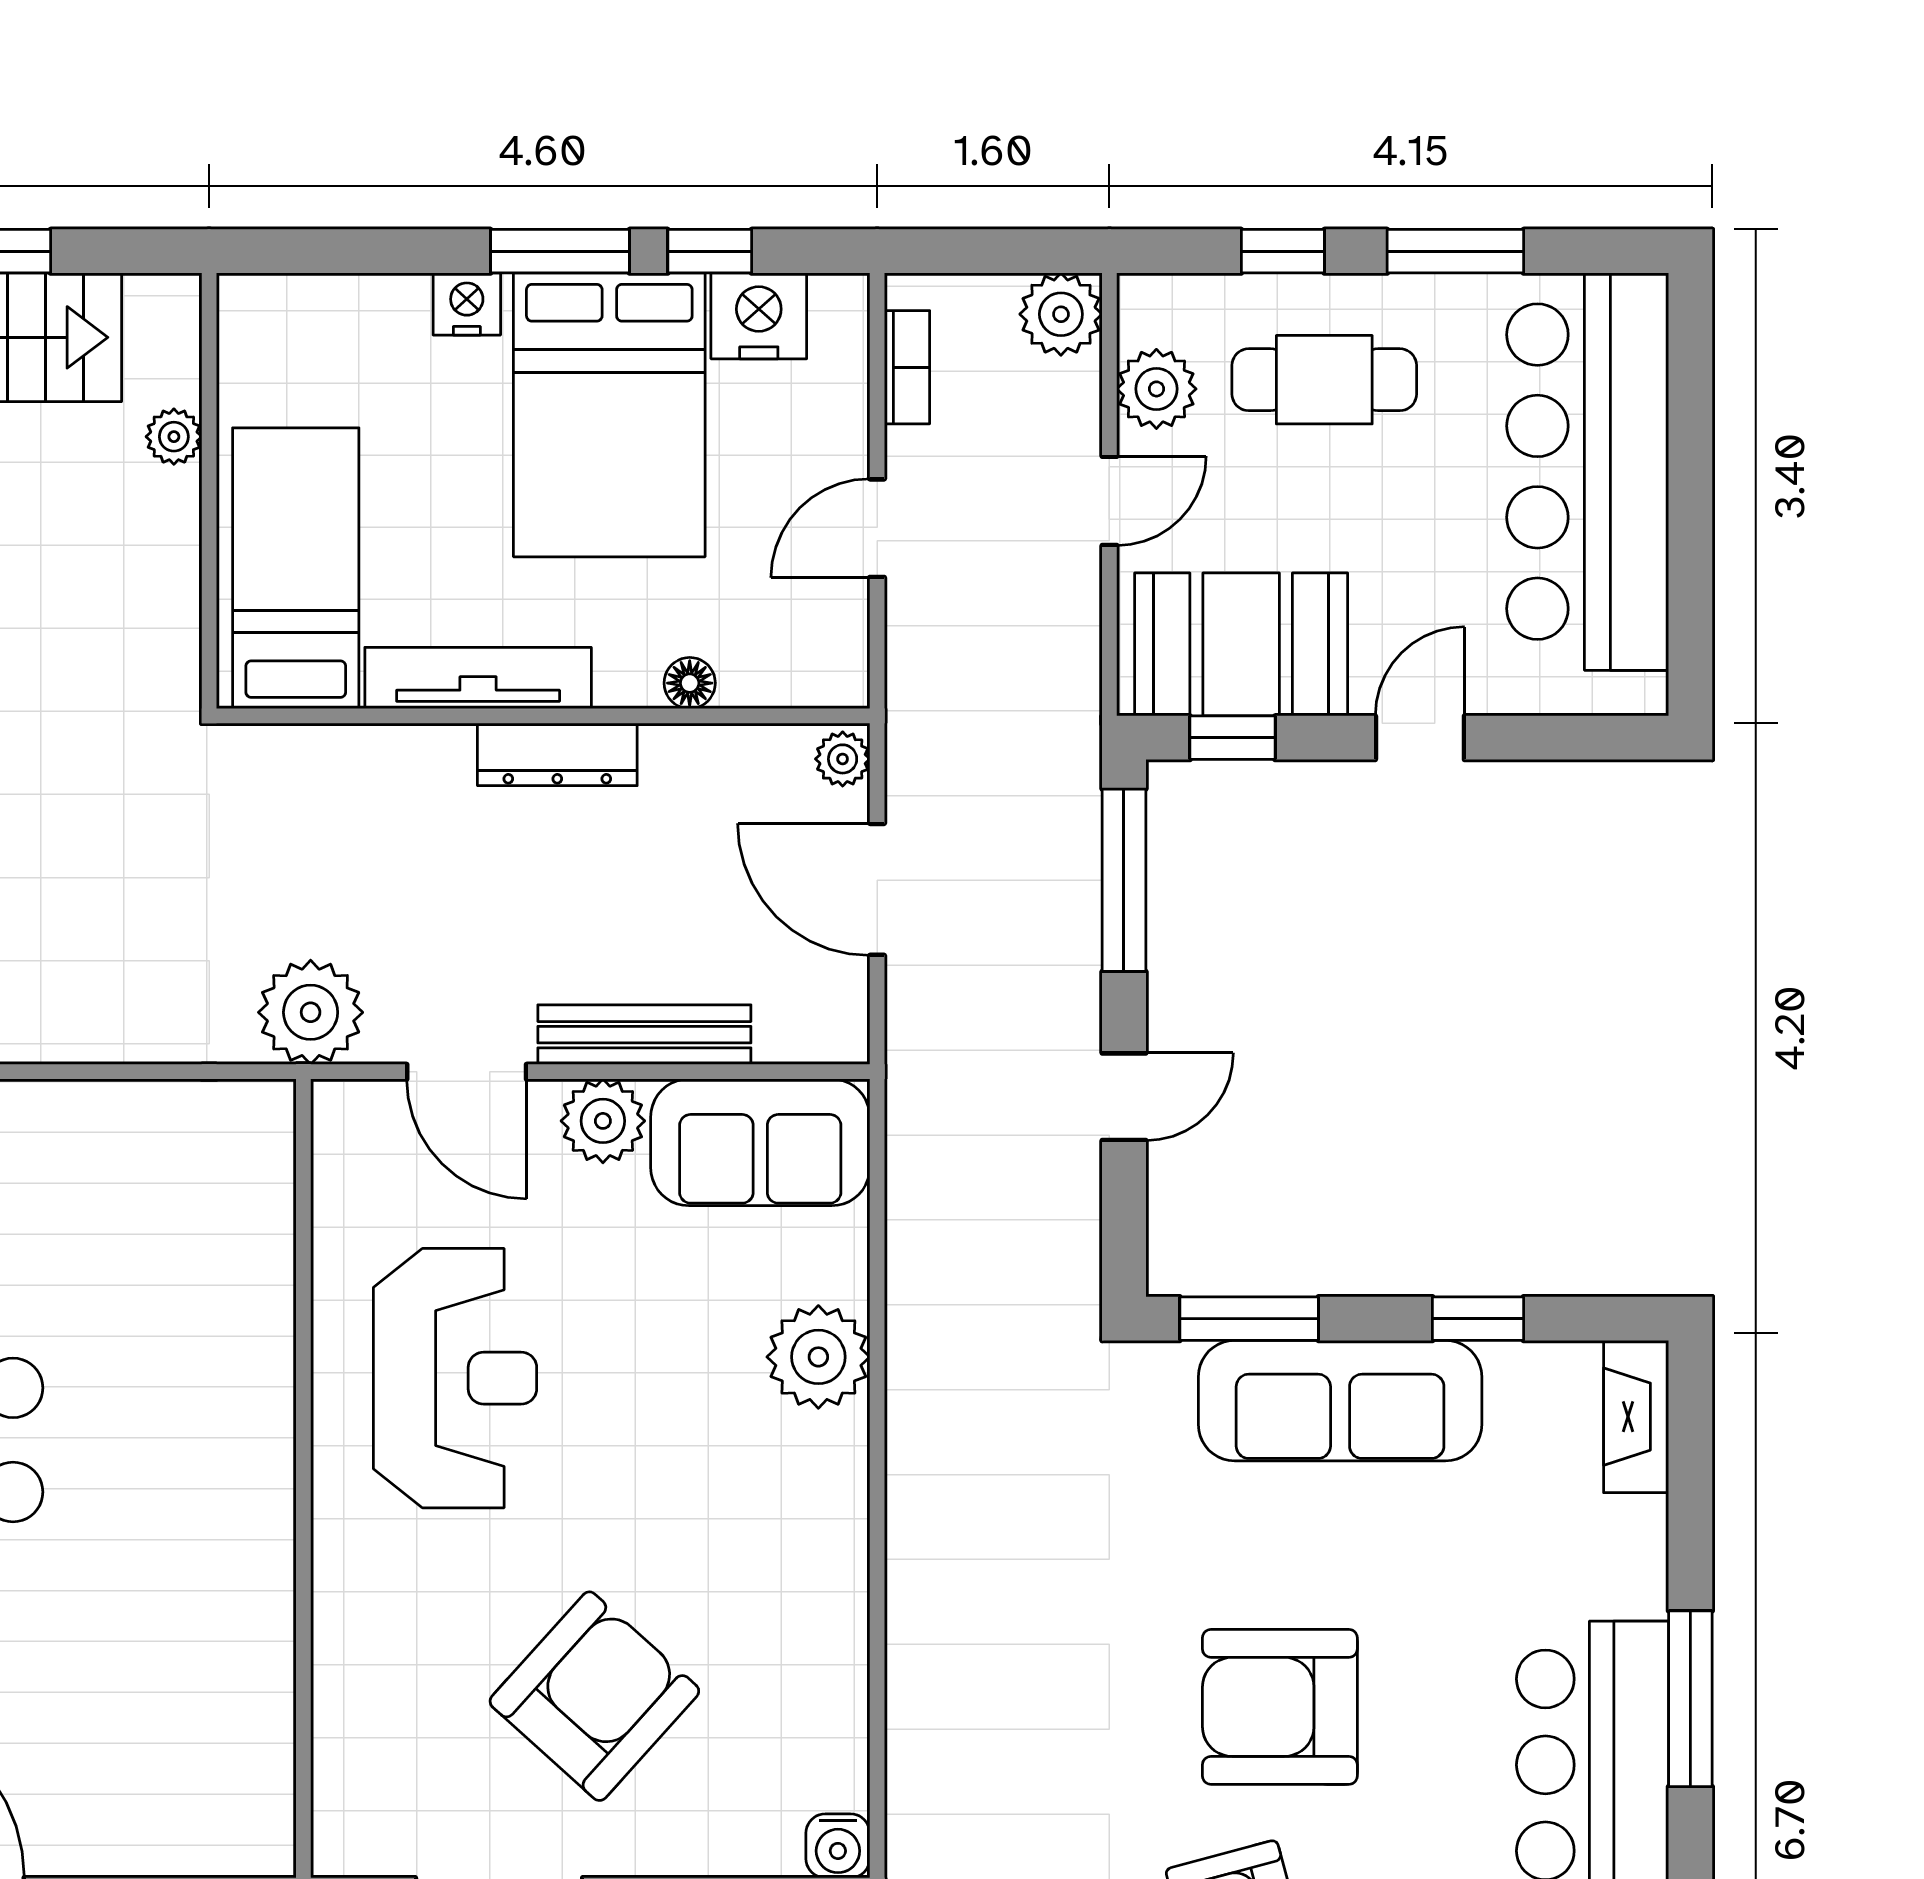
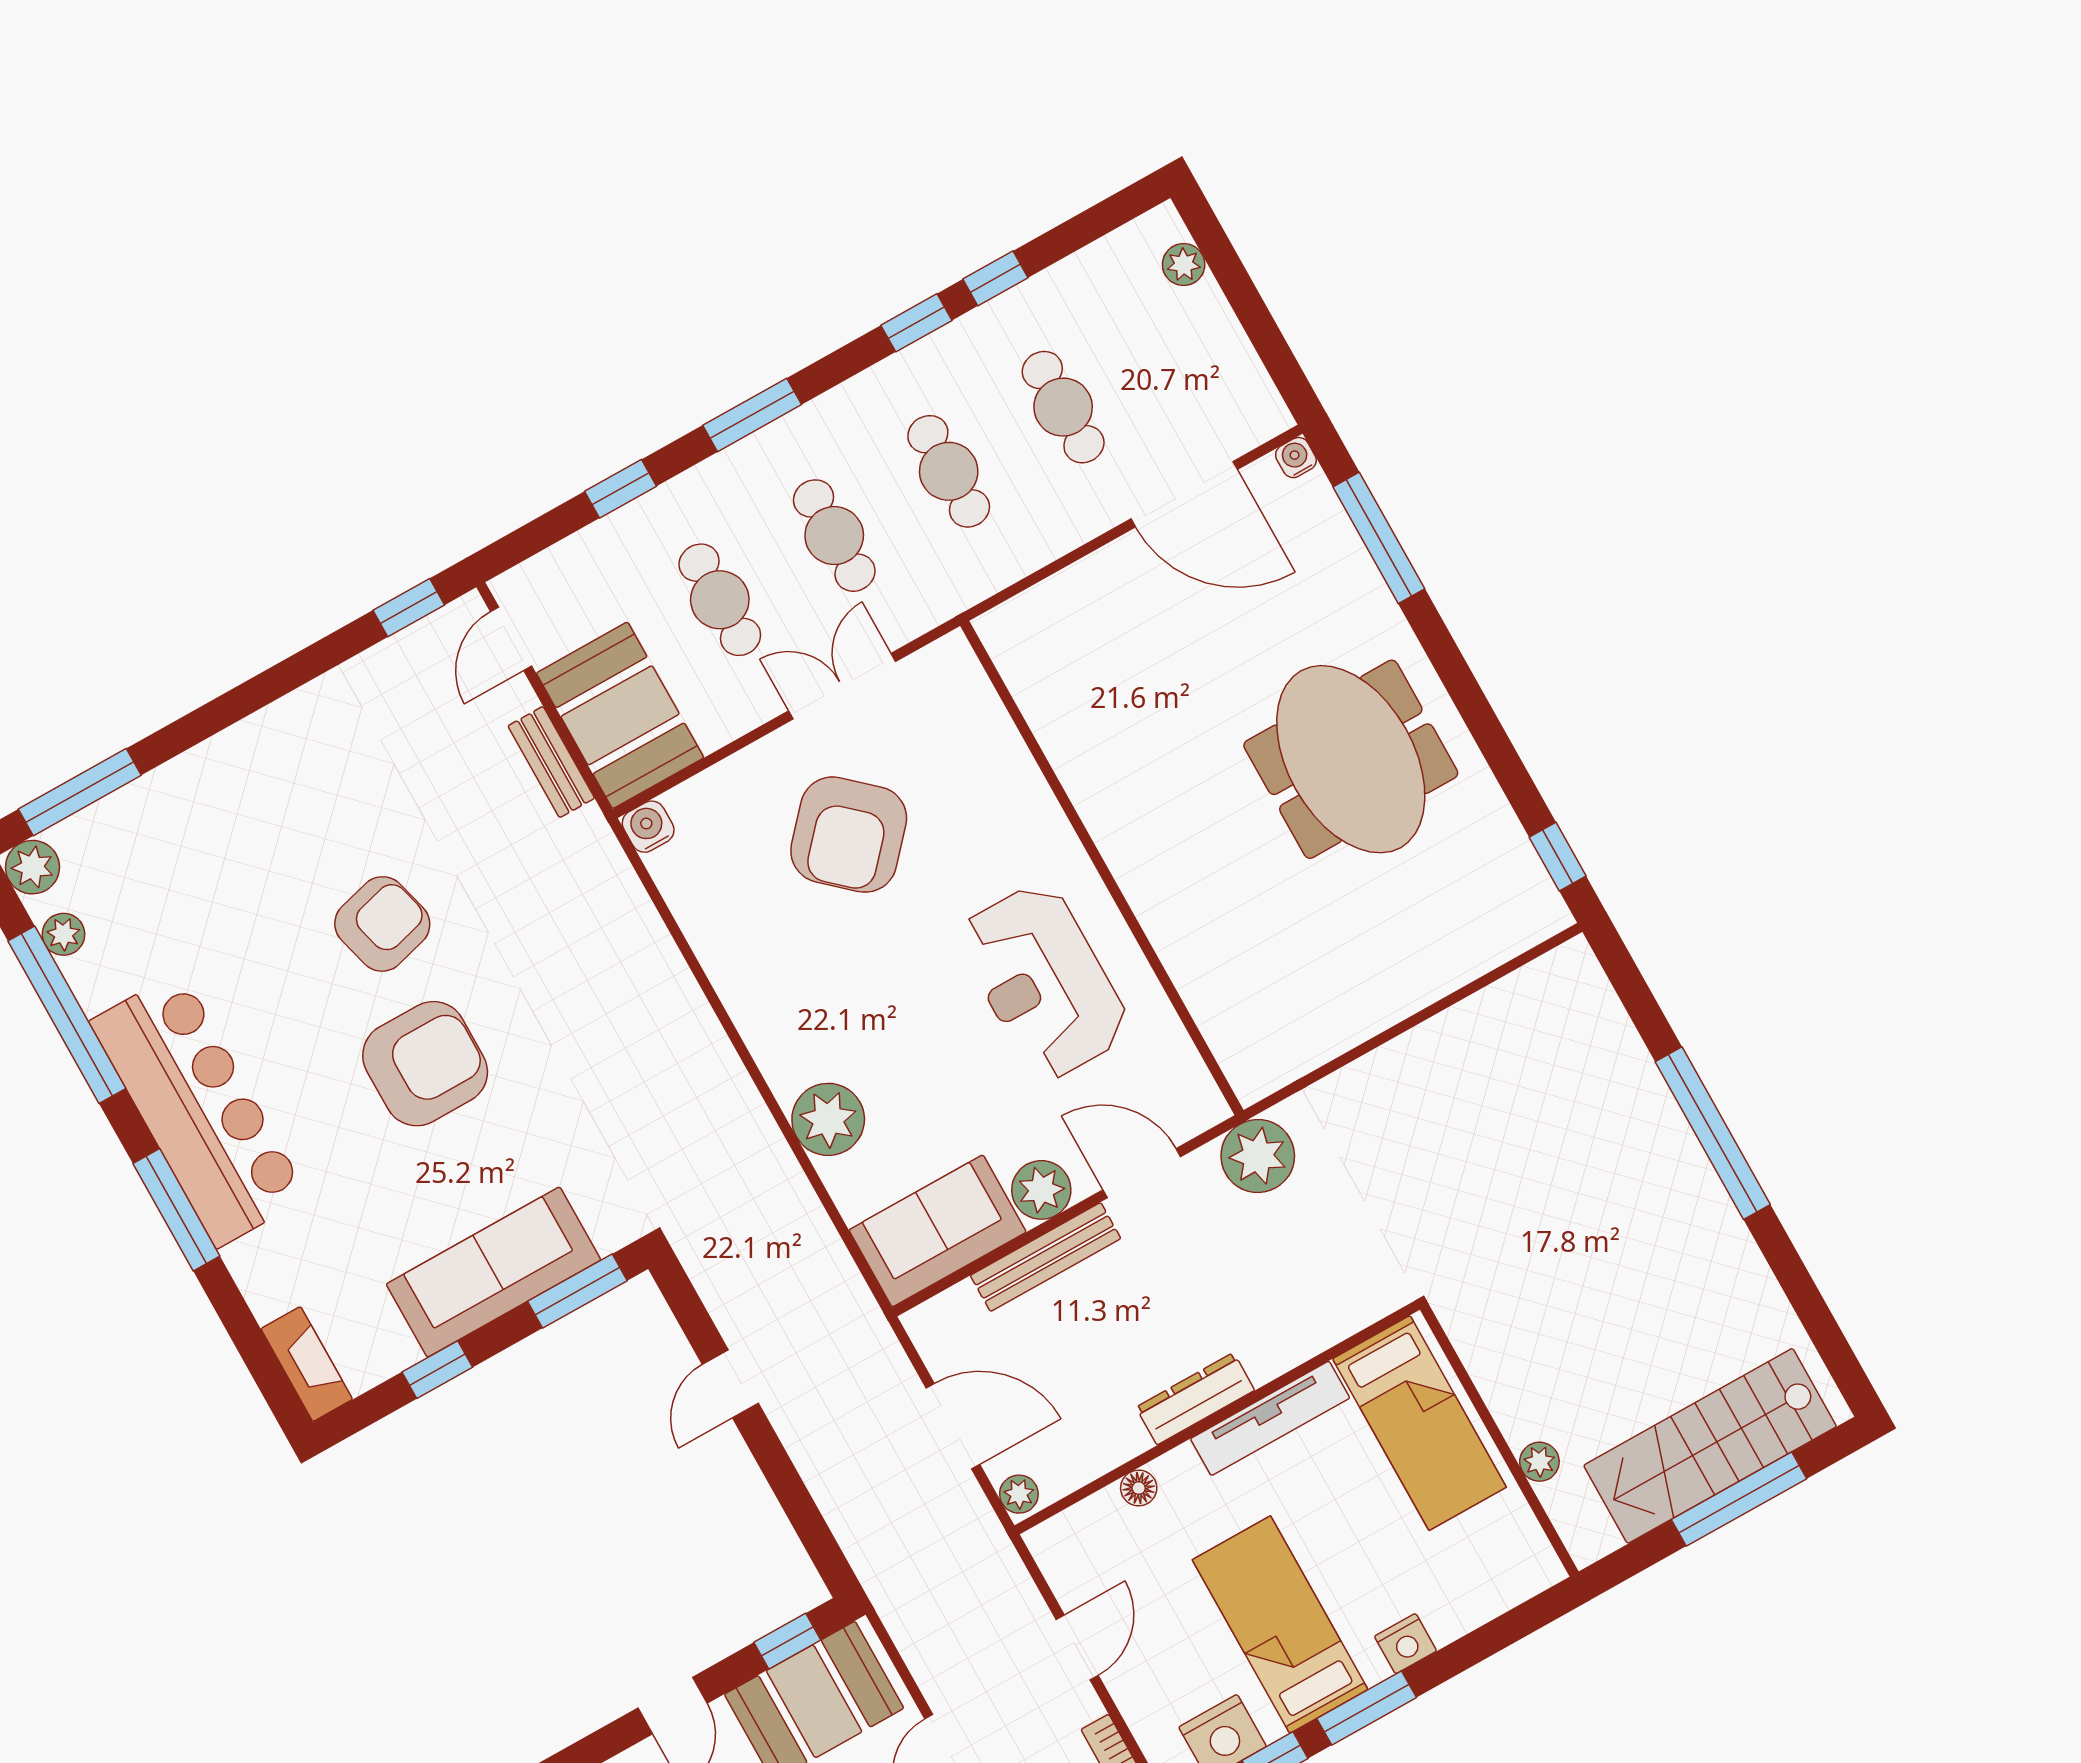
bed: (609, 415) -> (1280, 1625), width x0.67
window: (1124, 880) -> (805, 1517), removed

